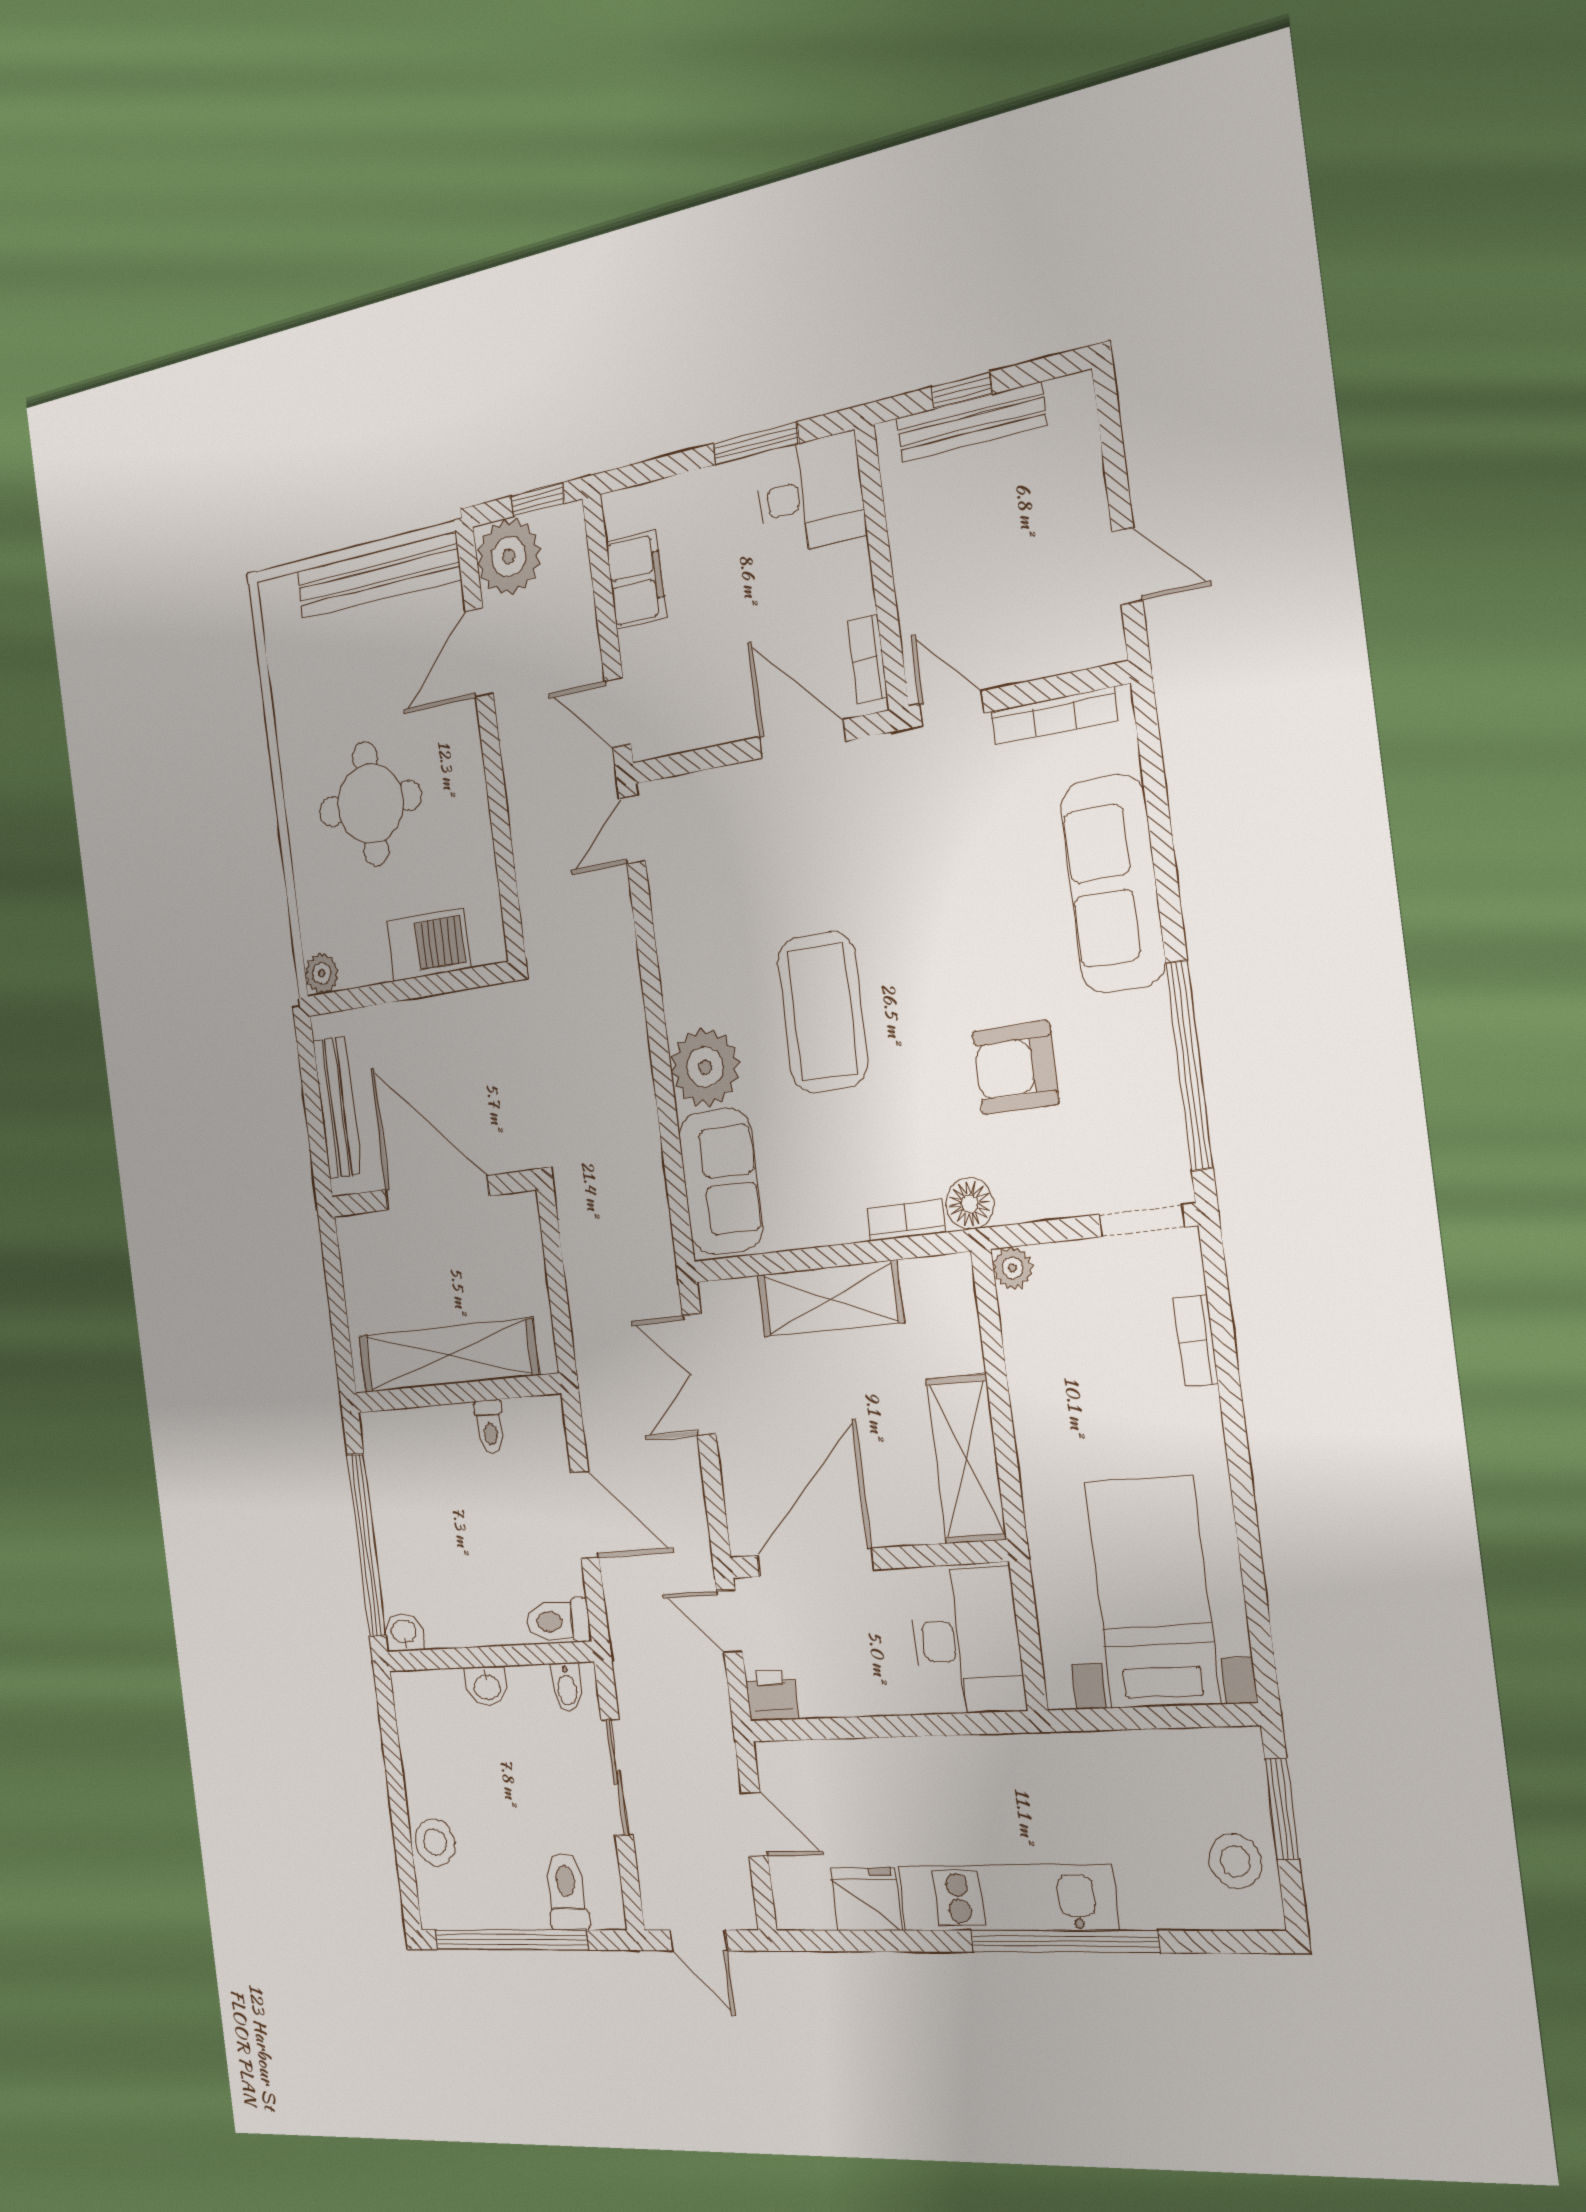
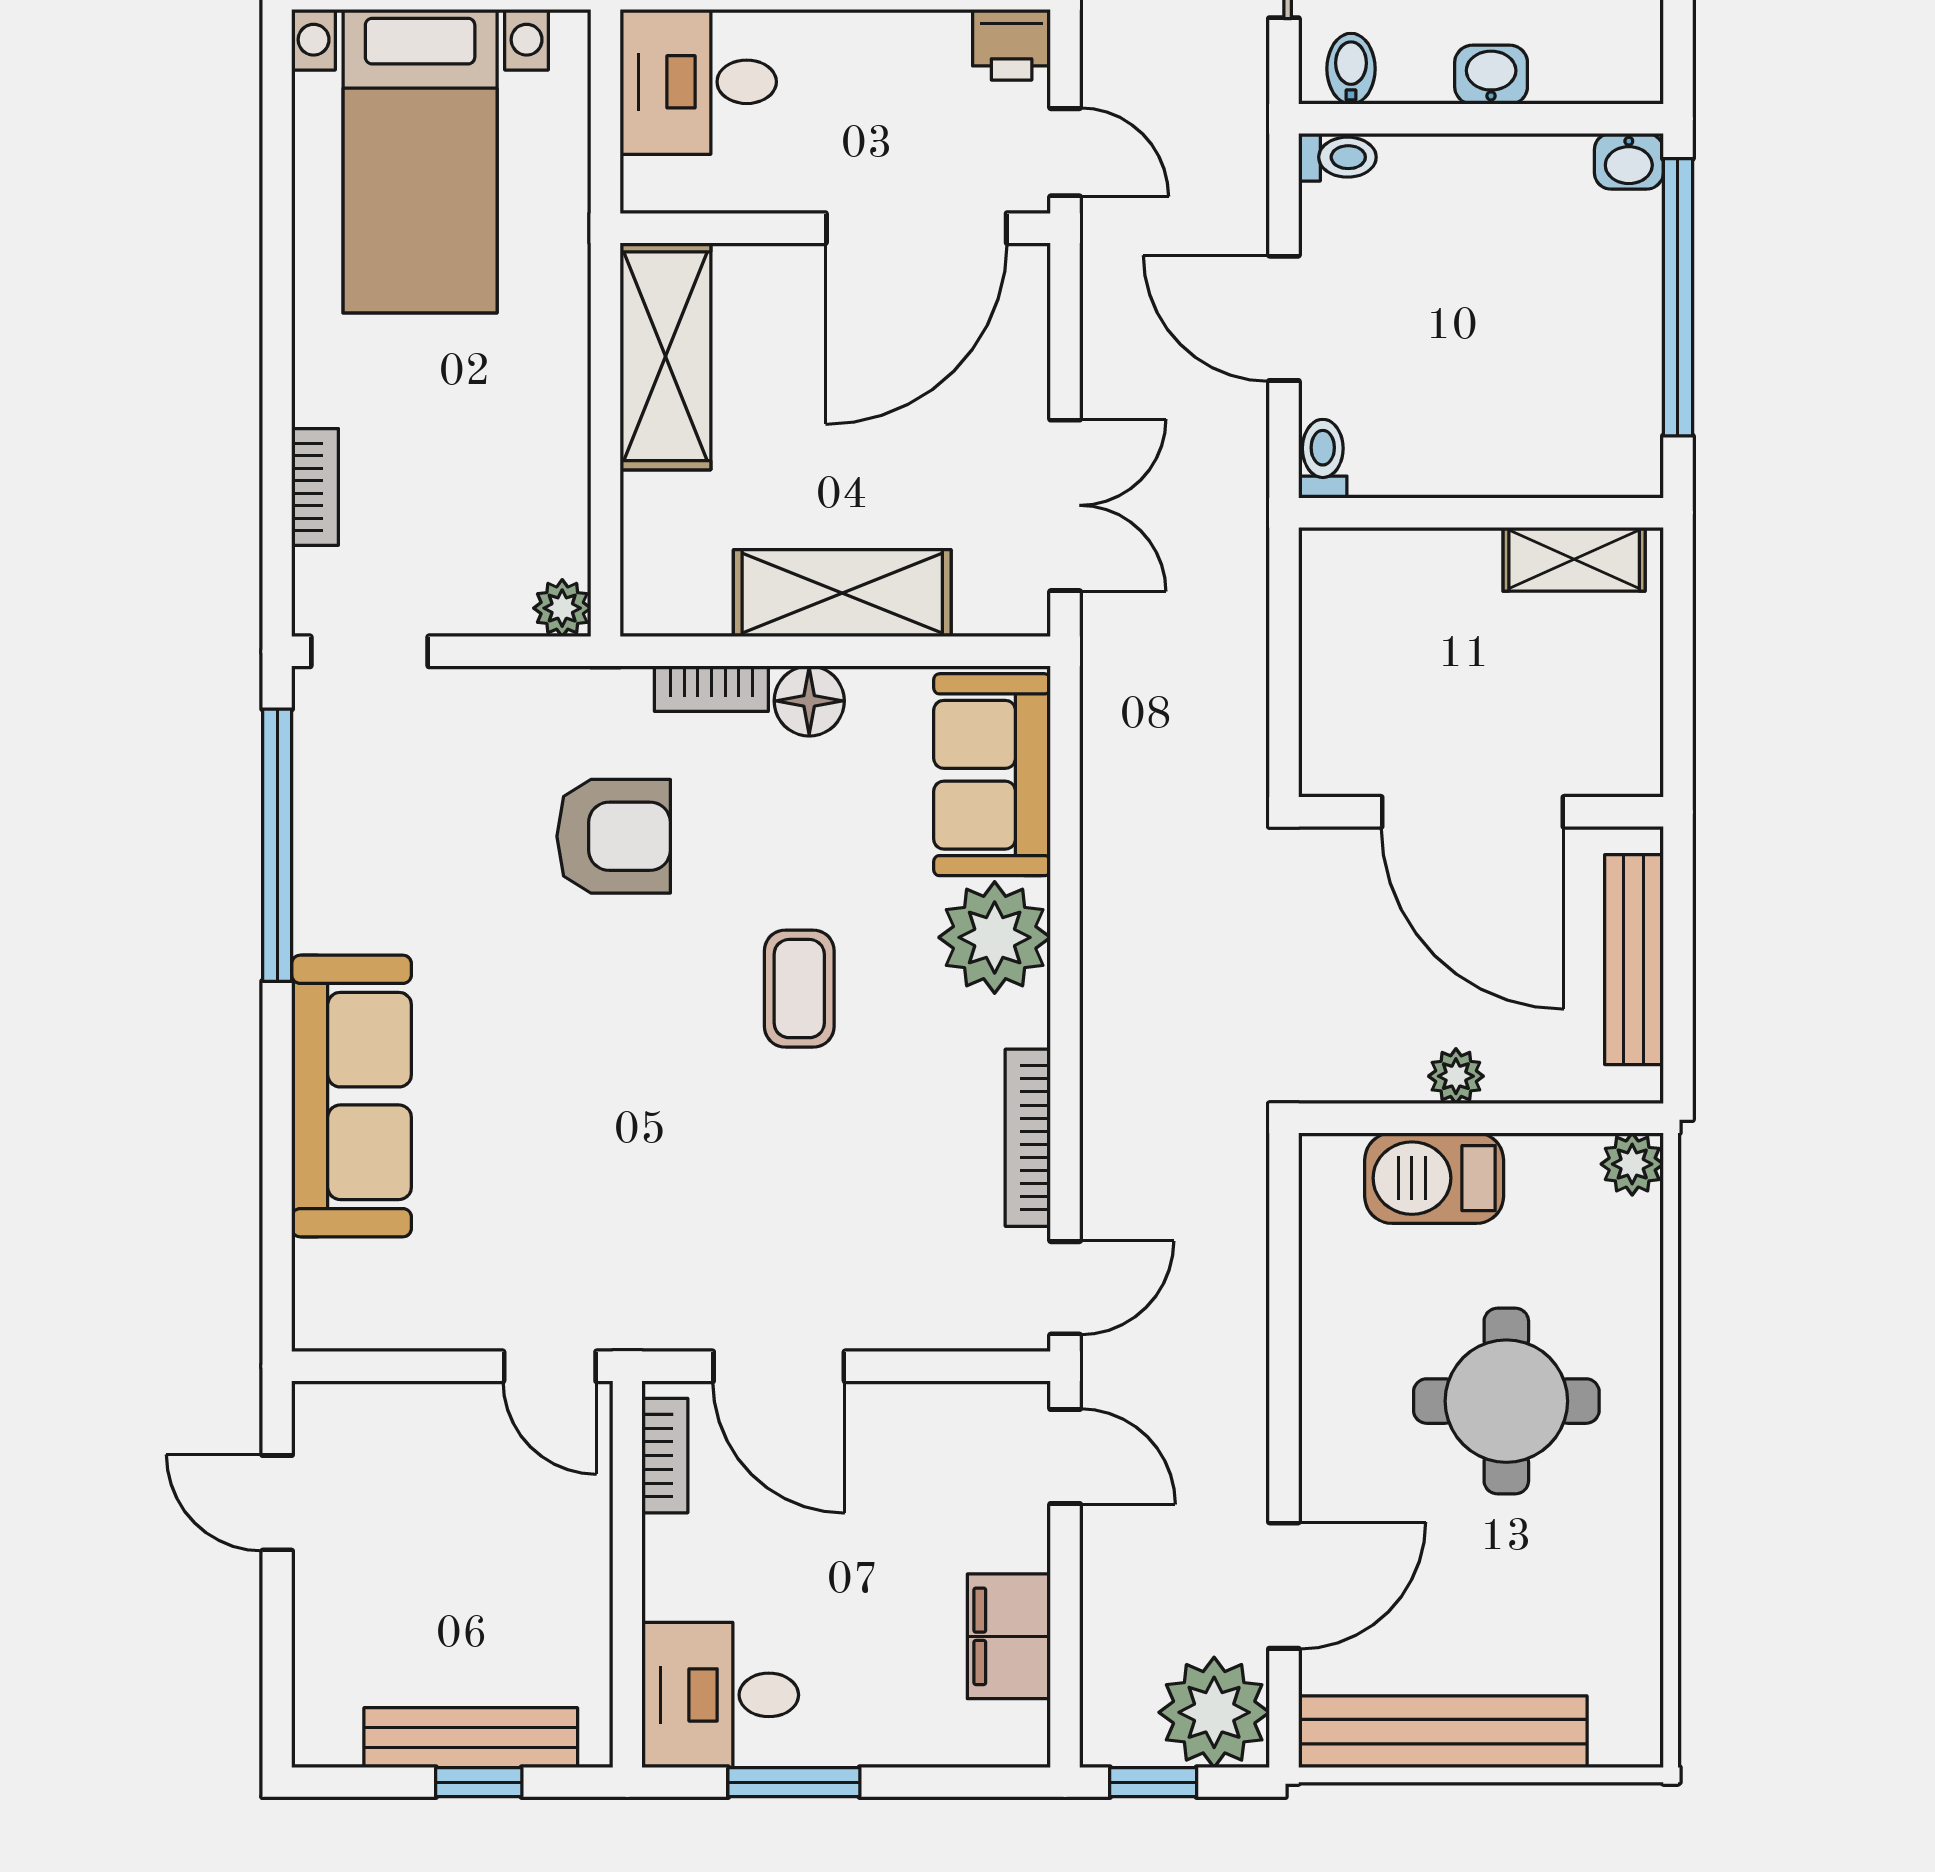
bookcase: (1054, 716) -> (1028, 1138), moved, turned -90
coffee table: (823, 1012) -> (799, 989), width x0.54, depth x0.58
plant: (425, 1015) -> (1456, 1076), added
armchair: (1016, 1068) -> (614, 836), moved
floor lamp: (970, 1204) -> (809, 701), moved
shelving: (448, 1355) -> (1574, 559), width x0.45, depth x0.75
toilet: (490, 1427) -> (1323, 459), moved
toilet: (558, 1621) -> (1337, 157), width x0.73, depth x0.72
desk: (967, 1641) -> (698, 82), width x0.73

